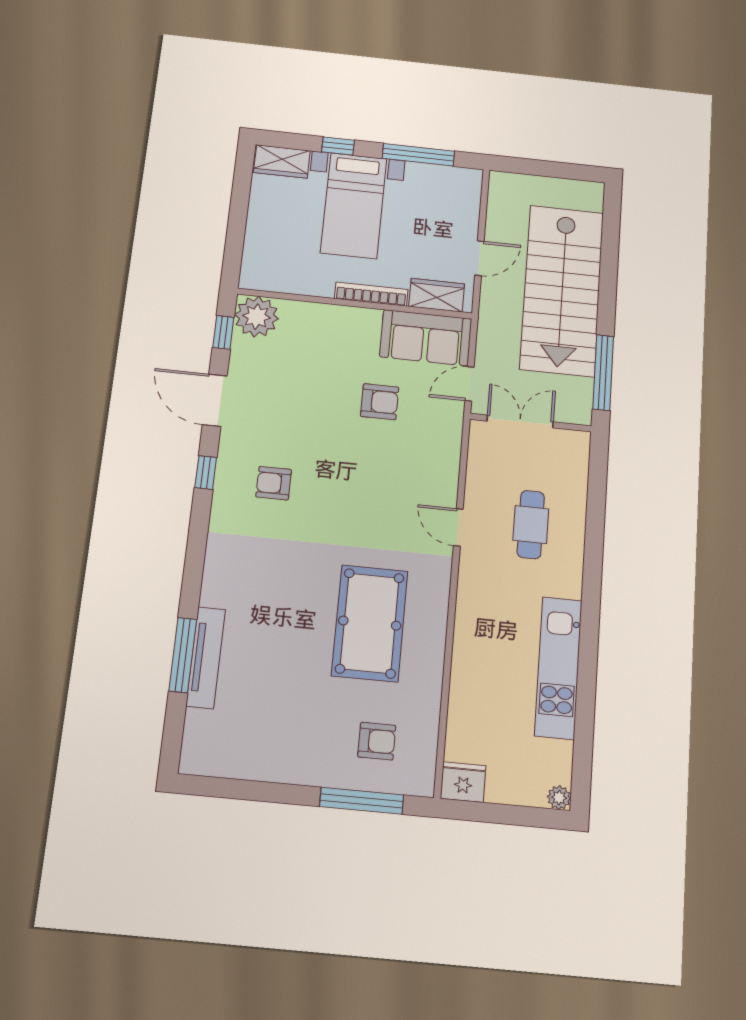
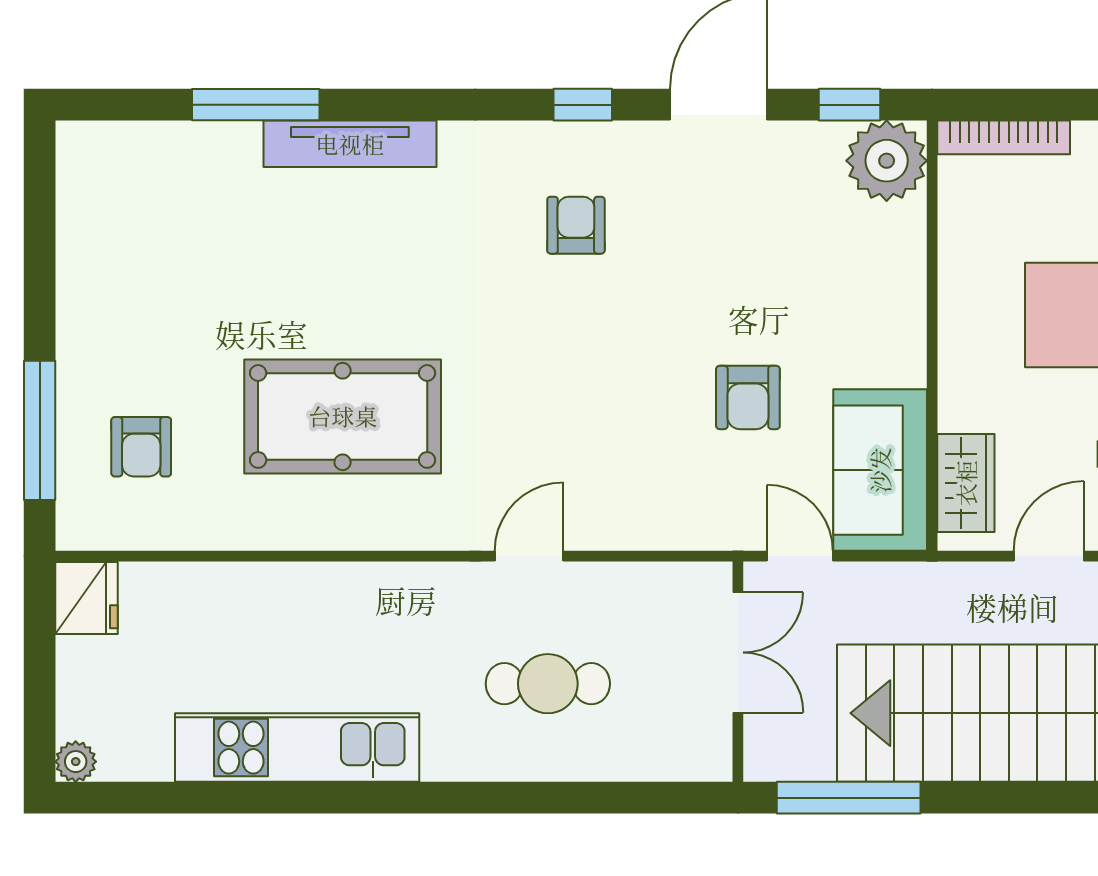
door: (479, 258) -> (1049, 556), swing flipped
bookcase: (371, 294) -> (1004, 137), moved, turned 90
tv unit: (206, 657) -> (350, 144), moved

